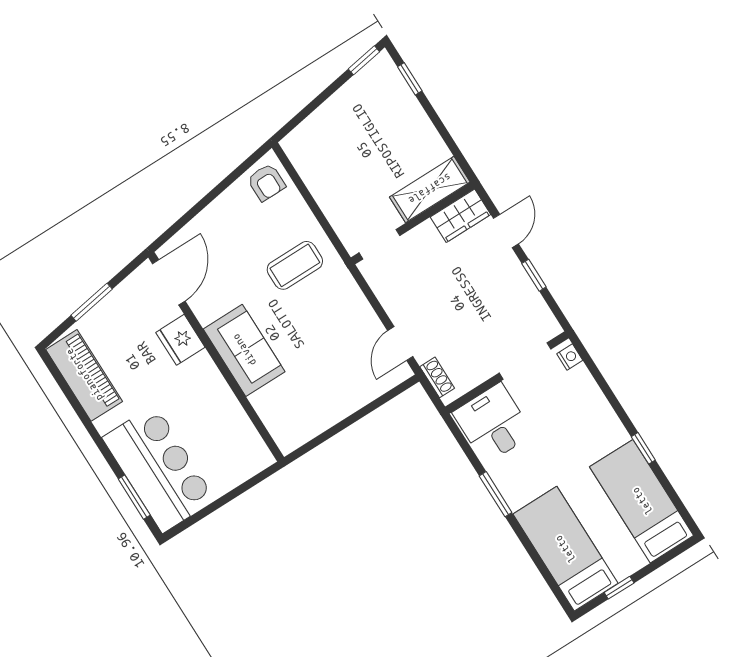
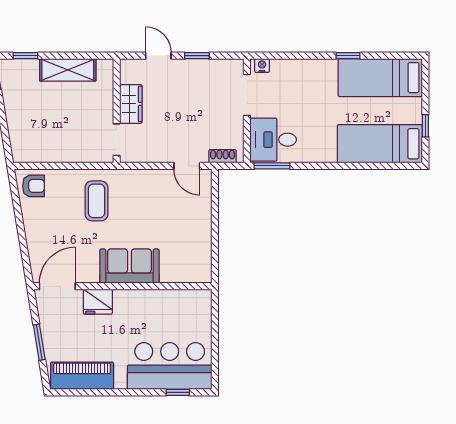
shelving: (430, 189) -> (68, 70), moved, turned 90
wardrobe: (460, 216) -> (131, 104), moved
door: (169, 282) -> (57, 286), hinge flipped
window: (496, 494) -> (272, 166), moved
window: (134, 497) -> (178, 392), width x0.67

